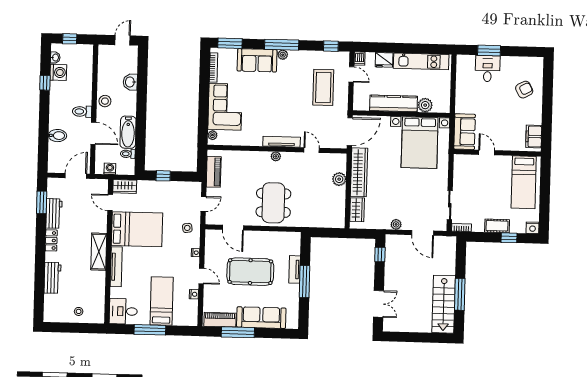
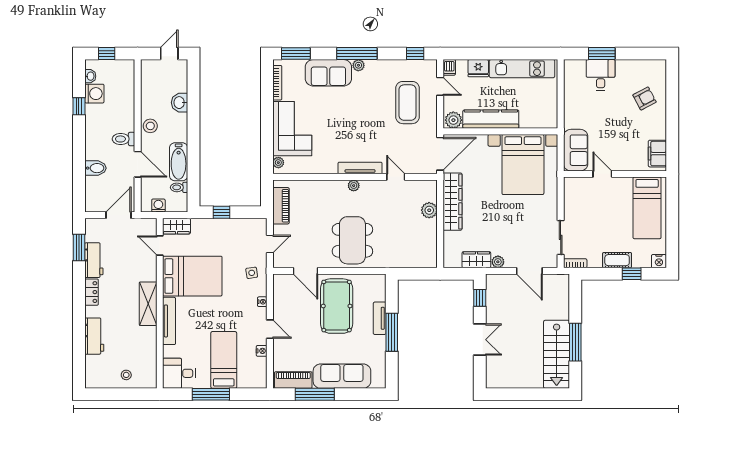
plant: (425, 105) -> (453, 120), moved
wardrobe: (357, 210) -> (476, 260), moved, turned -90
pool table: (250, 272) -> (337, 306), moved, turned 90
double door: (379, 304) -> (480, 340), moved

